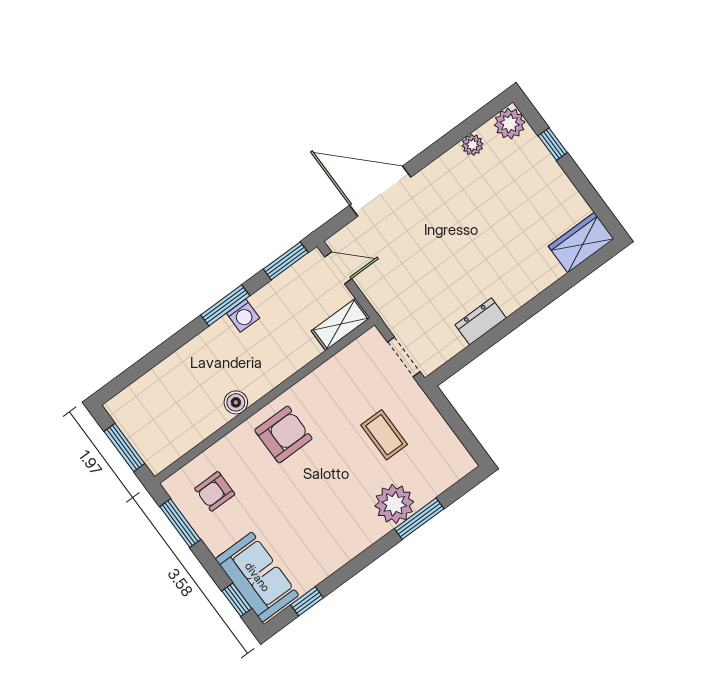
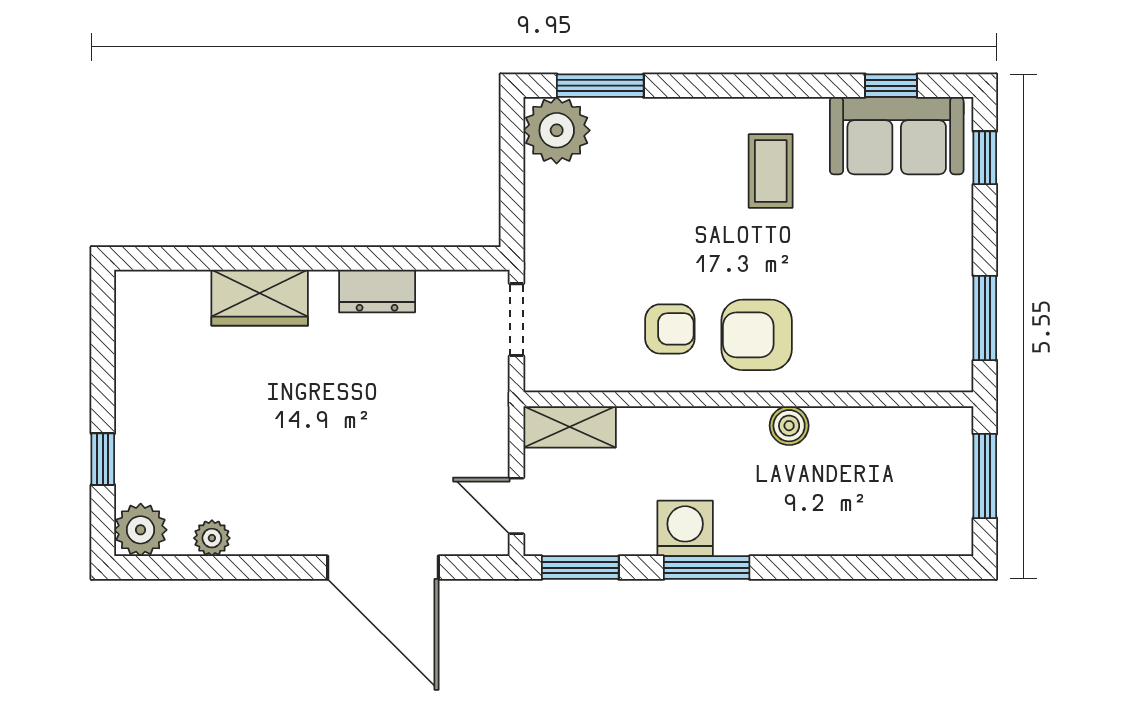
wardrobe: (581, 242) -> (260, 298), moved
washing machine: (243, 316) -> (685, 528), width x1.38, depth x1.38
coffee table: (384, 435) -> (771, 171), moved
armchair: (215, 491) -> (670, 329), moved
plant: (394, 504) -> (557, 130), moved
window: (419, 519) -> (600, 86), moved
sofa: (257, 577) -> (897, 136), moved, turned -90

